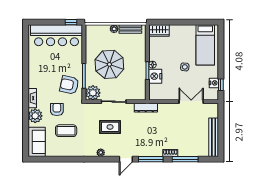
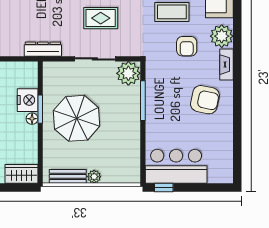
bar counter: (56, 35) -> (176, 166), width x0.73
parasol: (109, 64) -> (77, 118), moved
armchair: (69, 85) -> (205, 100), moved

